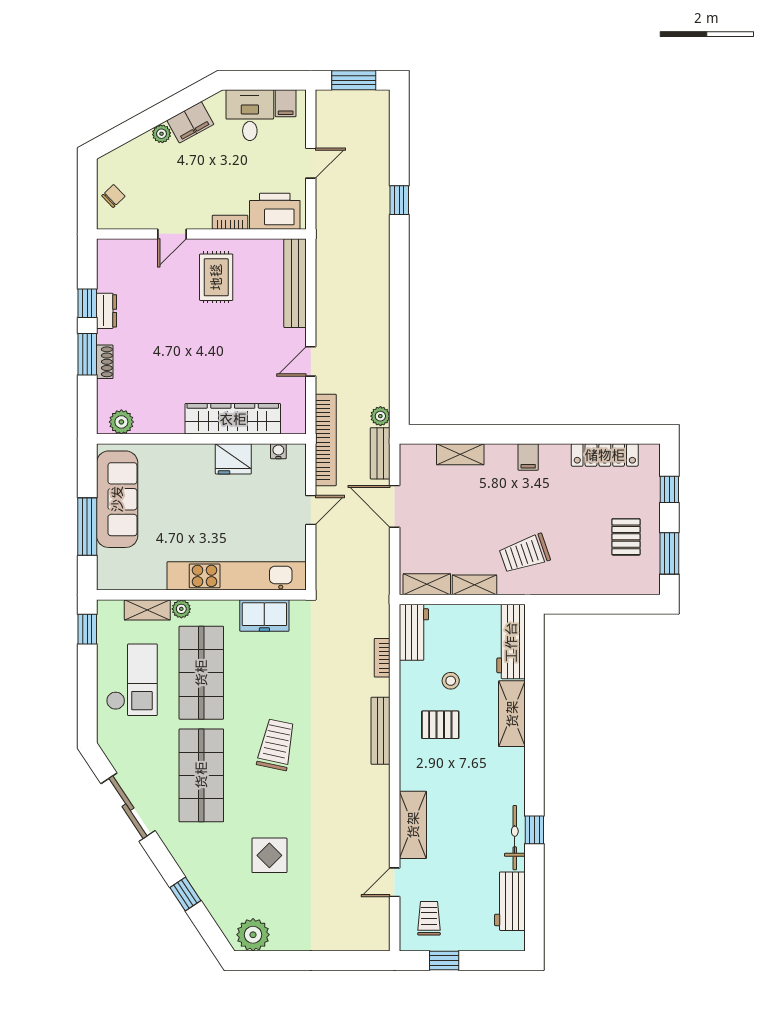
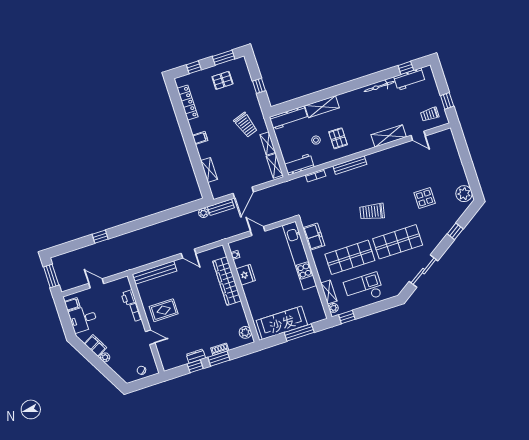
printer: (275, 211) -> (129, 297), width x0.53, depth x0.68
bookcase: (326, 440) -> (223, 235), removed
window: (592, 604) -> (259, 86), added
plant: (181, 609) -> (333, 308), moved
window: (534, 830) -> (406, 68), moved

